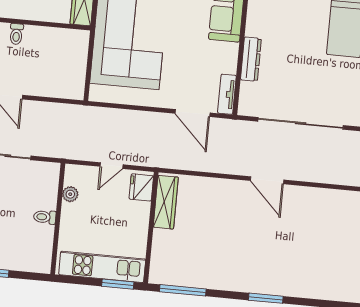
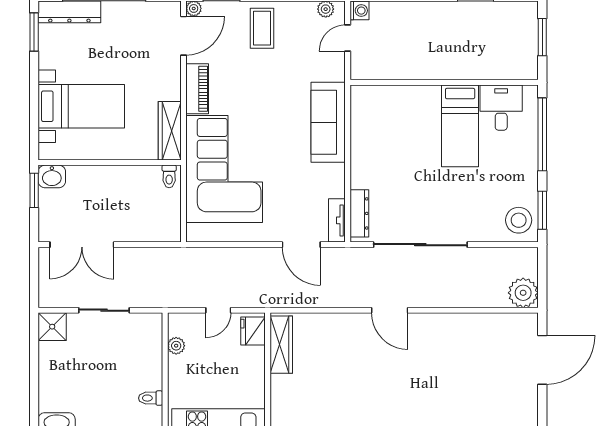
toilet: (16, 34) -> (169, 176), moved
dresser: (251, 59) -> (359, 213), moved
toilet: (45, 217) -> (151, 398), moved

